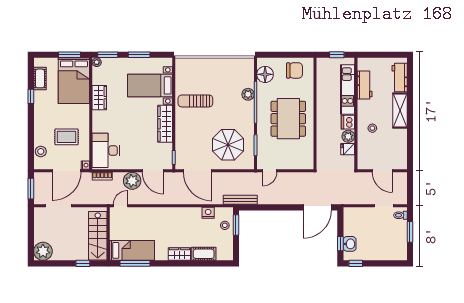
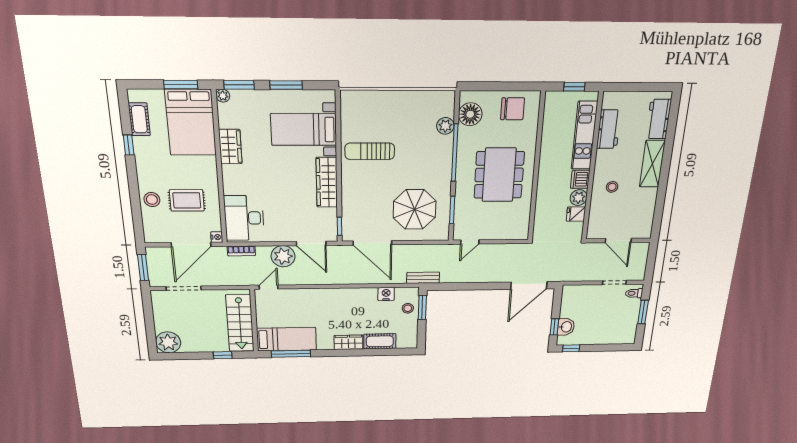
plant: (248, 94) -> (445, 126), moved
stool: (41, 151) -> (152, 200), moved
bench: (240, 200) -> (423, 278), width x0.73

